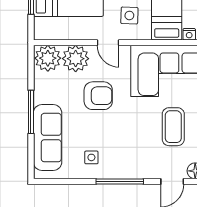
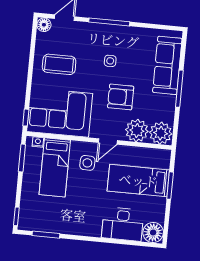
door: (108, 43) -> (108, 142), swing flipped
coffee table: (173, 127) -> (59, 64), turned 90
side table: (91, 157) -> (110, 61), moved

